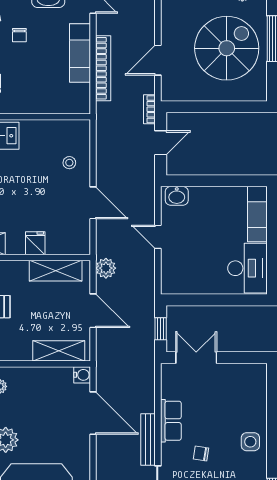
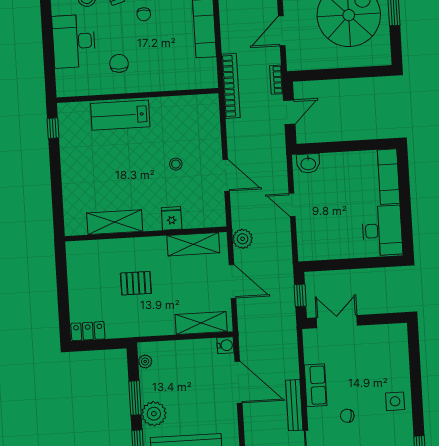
bookcase: (103, 68) -> (231, 86), moved
stool: (69, 163) -> (176, 164), moved

